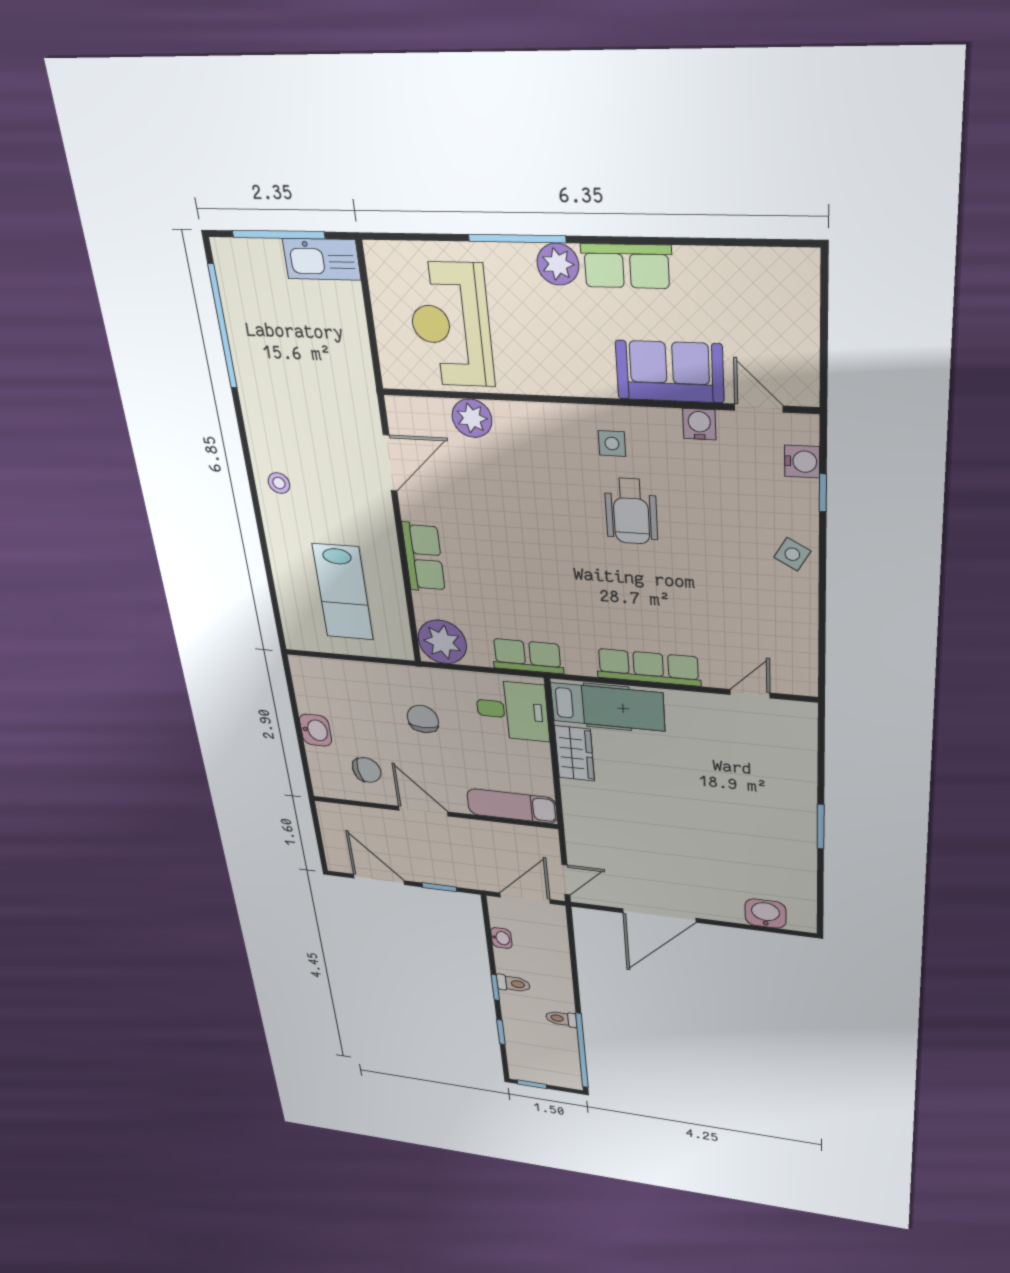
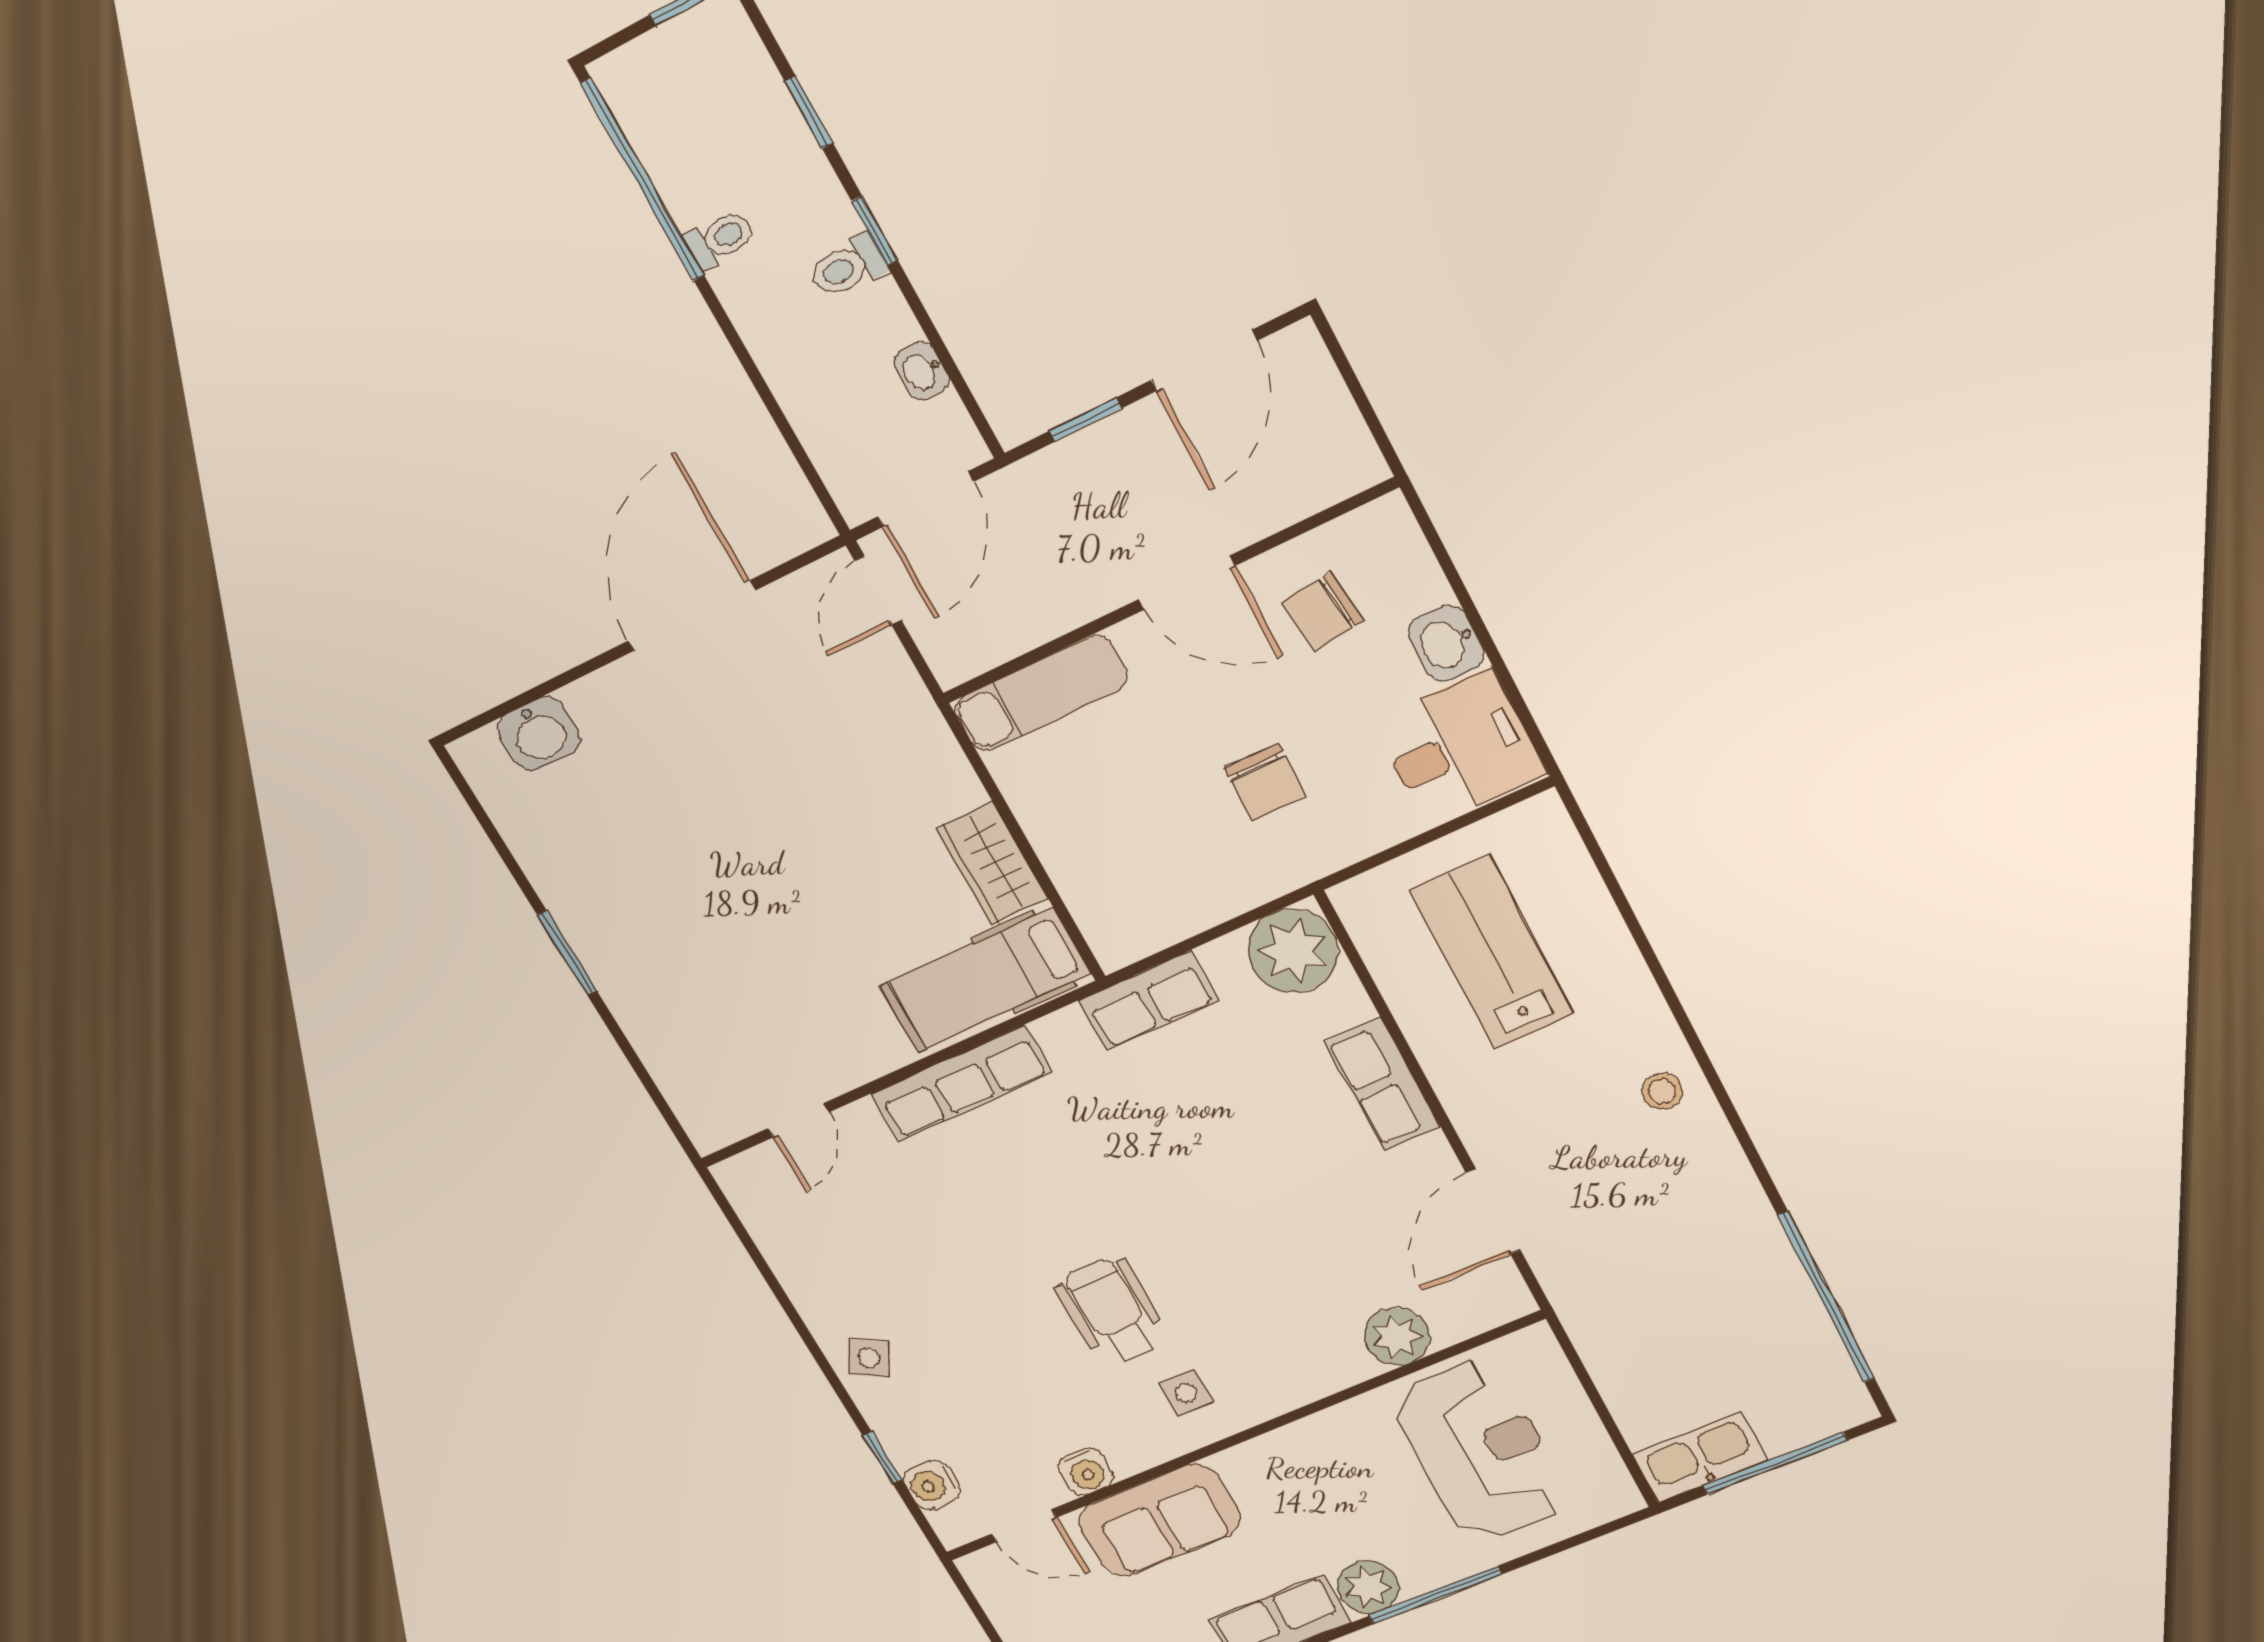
desk: (512, 710) -> (1459, 748), moved, turned 180
door: (379, 879) -> (1204, 361), hinge flipped

